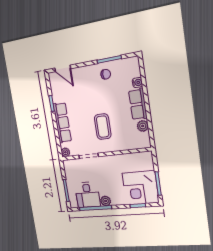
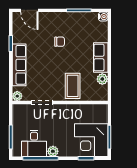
chair: (106, 74) -> (60, 42), moved
water cooler: (137, 83) -> (103, 17), moved
coffee table: (103, 127) -> (73, 86), moved

